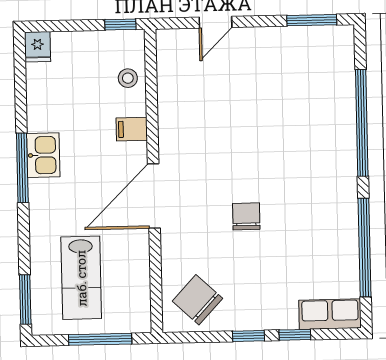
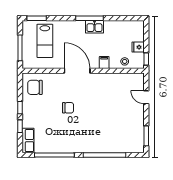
fridge: (37, 47) -> (138, 47), moved
lab bench: (81, 278) -> (45, 41), turned -90
chair: (197, 300) -> (35, 87), turned -133

